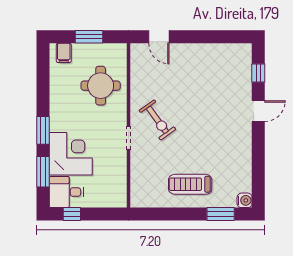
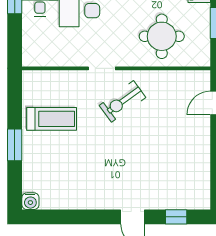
treadmill: (190, 184) -> (52, 119), moved, turned 90
window: (221, 214) -> (15, 145), moved

